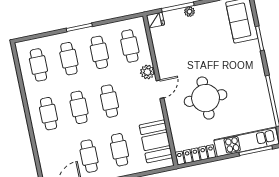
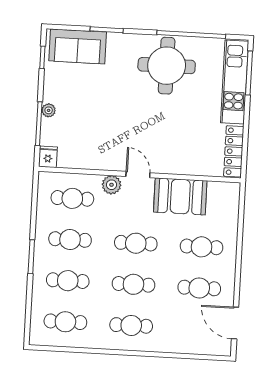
round table: (206, 98) -> (167, 66), moved
booth: (156, 141) -> (180, 196), moved

